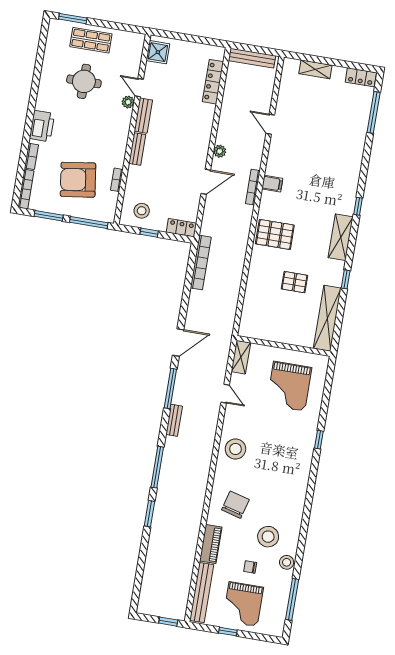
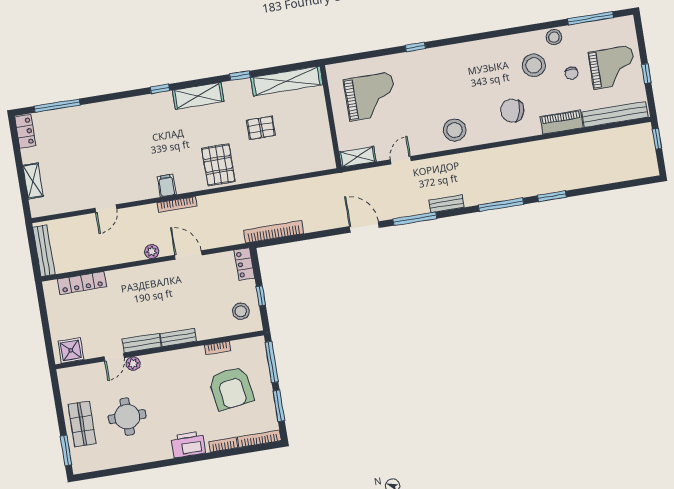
pallet: (294, 282) -> (261, 128), turned 90

